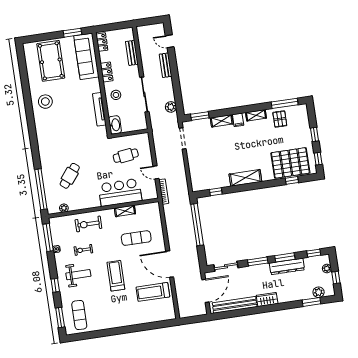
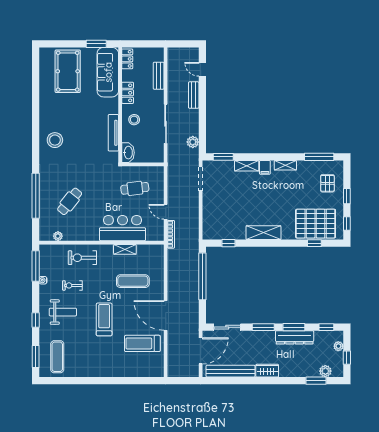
stool: (45, 102) -> (55, 140), moved
pallet: (280, 119) -> (327, 183), moved
window: (41, 189) -> (36, 196), moved

